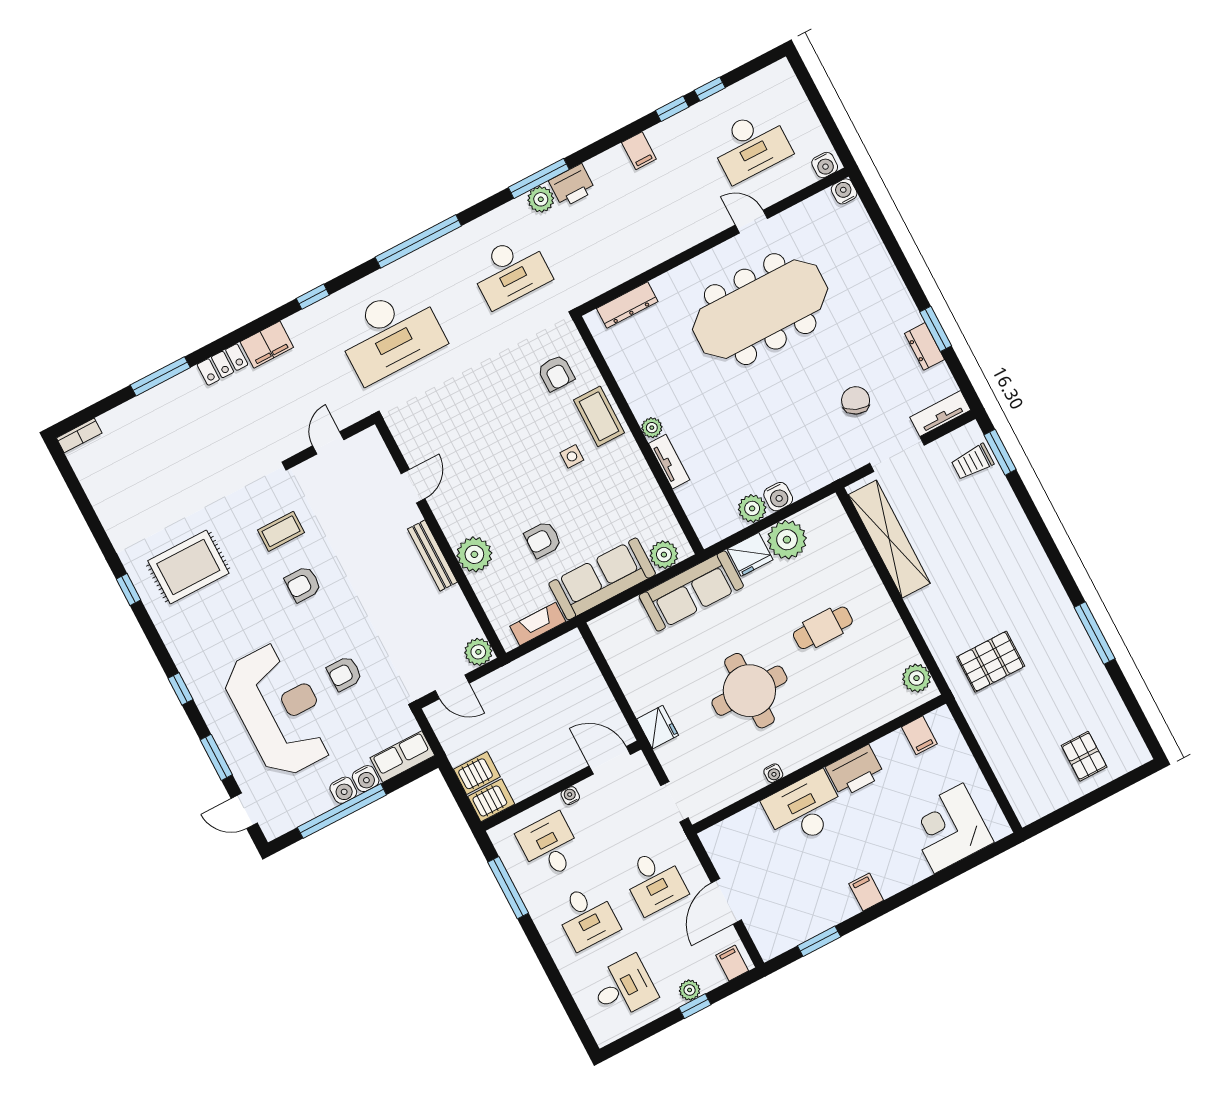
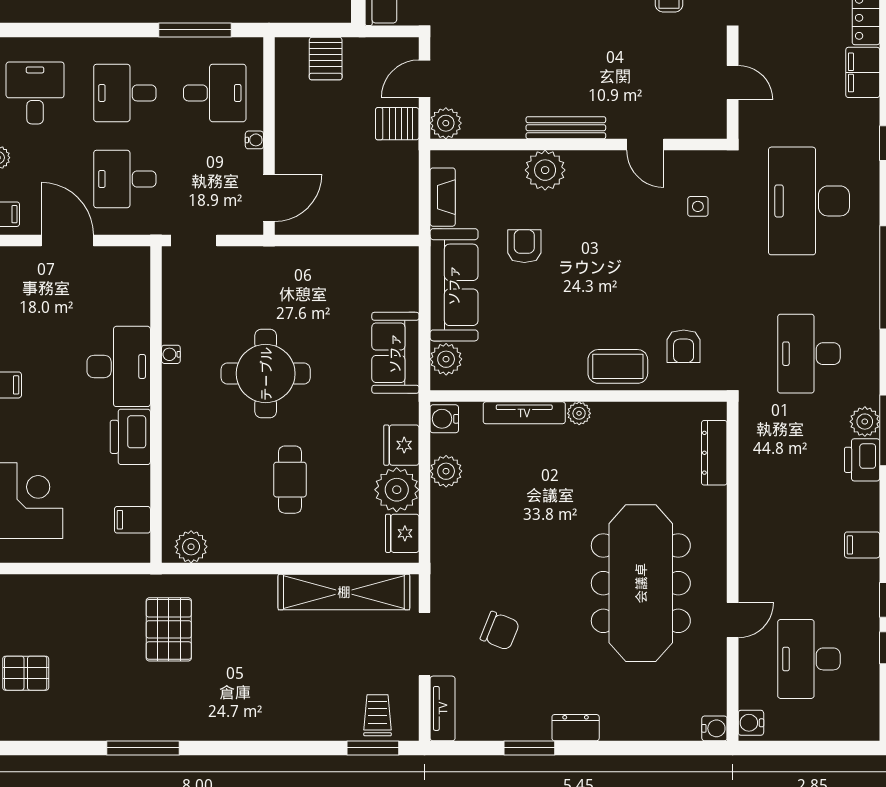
dresser: (924, 346) -> (576, 728), moved
armchair: (556, 373) -> (684, 346), turned -90
side table: (572, 456) -> (698, 206), moved
tv unit: (669, 462) -> (524, 413), width x1.41
water cooler: (778, 497) -> (444, 419), moved
sofa: (691, 591) -> (395, 353), width x0.73
fridge: (658, 727) -> (402, 533), moved, turned 90
server rack: (491, 800) -> (397, 124), moved, turned 90
desk: (624, 988) -> (35, 93), turned 180

